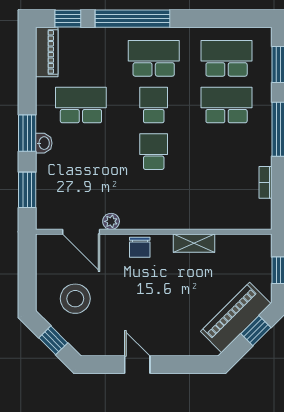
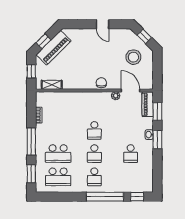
piano: (47, 52) -> (148, 104), moved
school desk: (154, 58) -> (94, 177), width x0.54
school desk: (81, 105) -> (131, 154), width x0.54
shelving: (194, 243) -> (52, 85), moved

